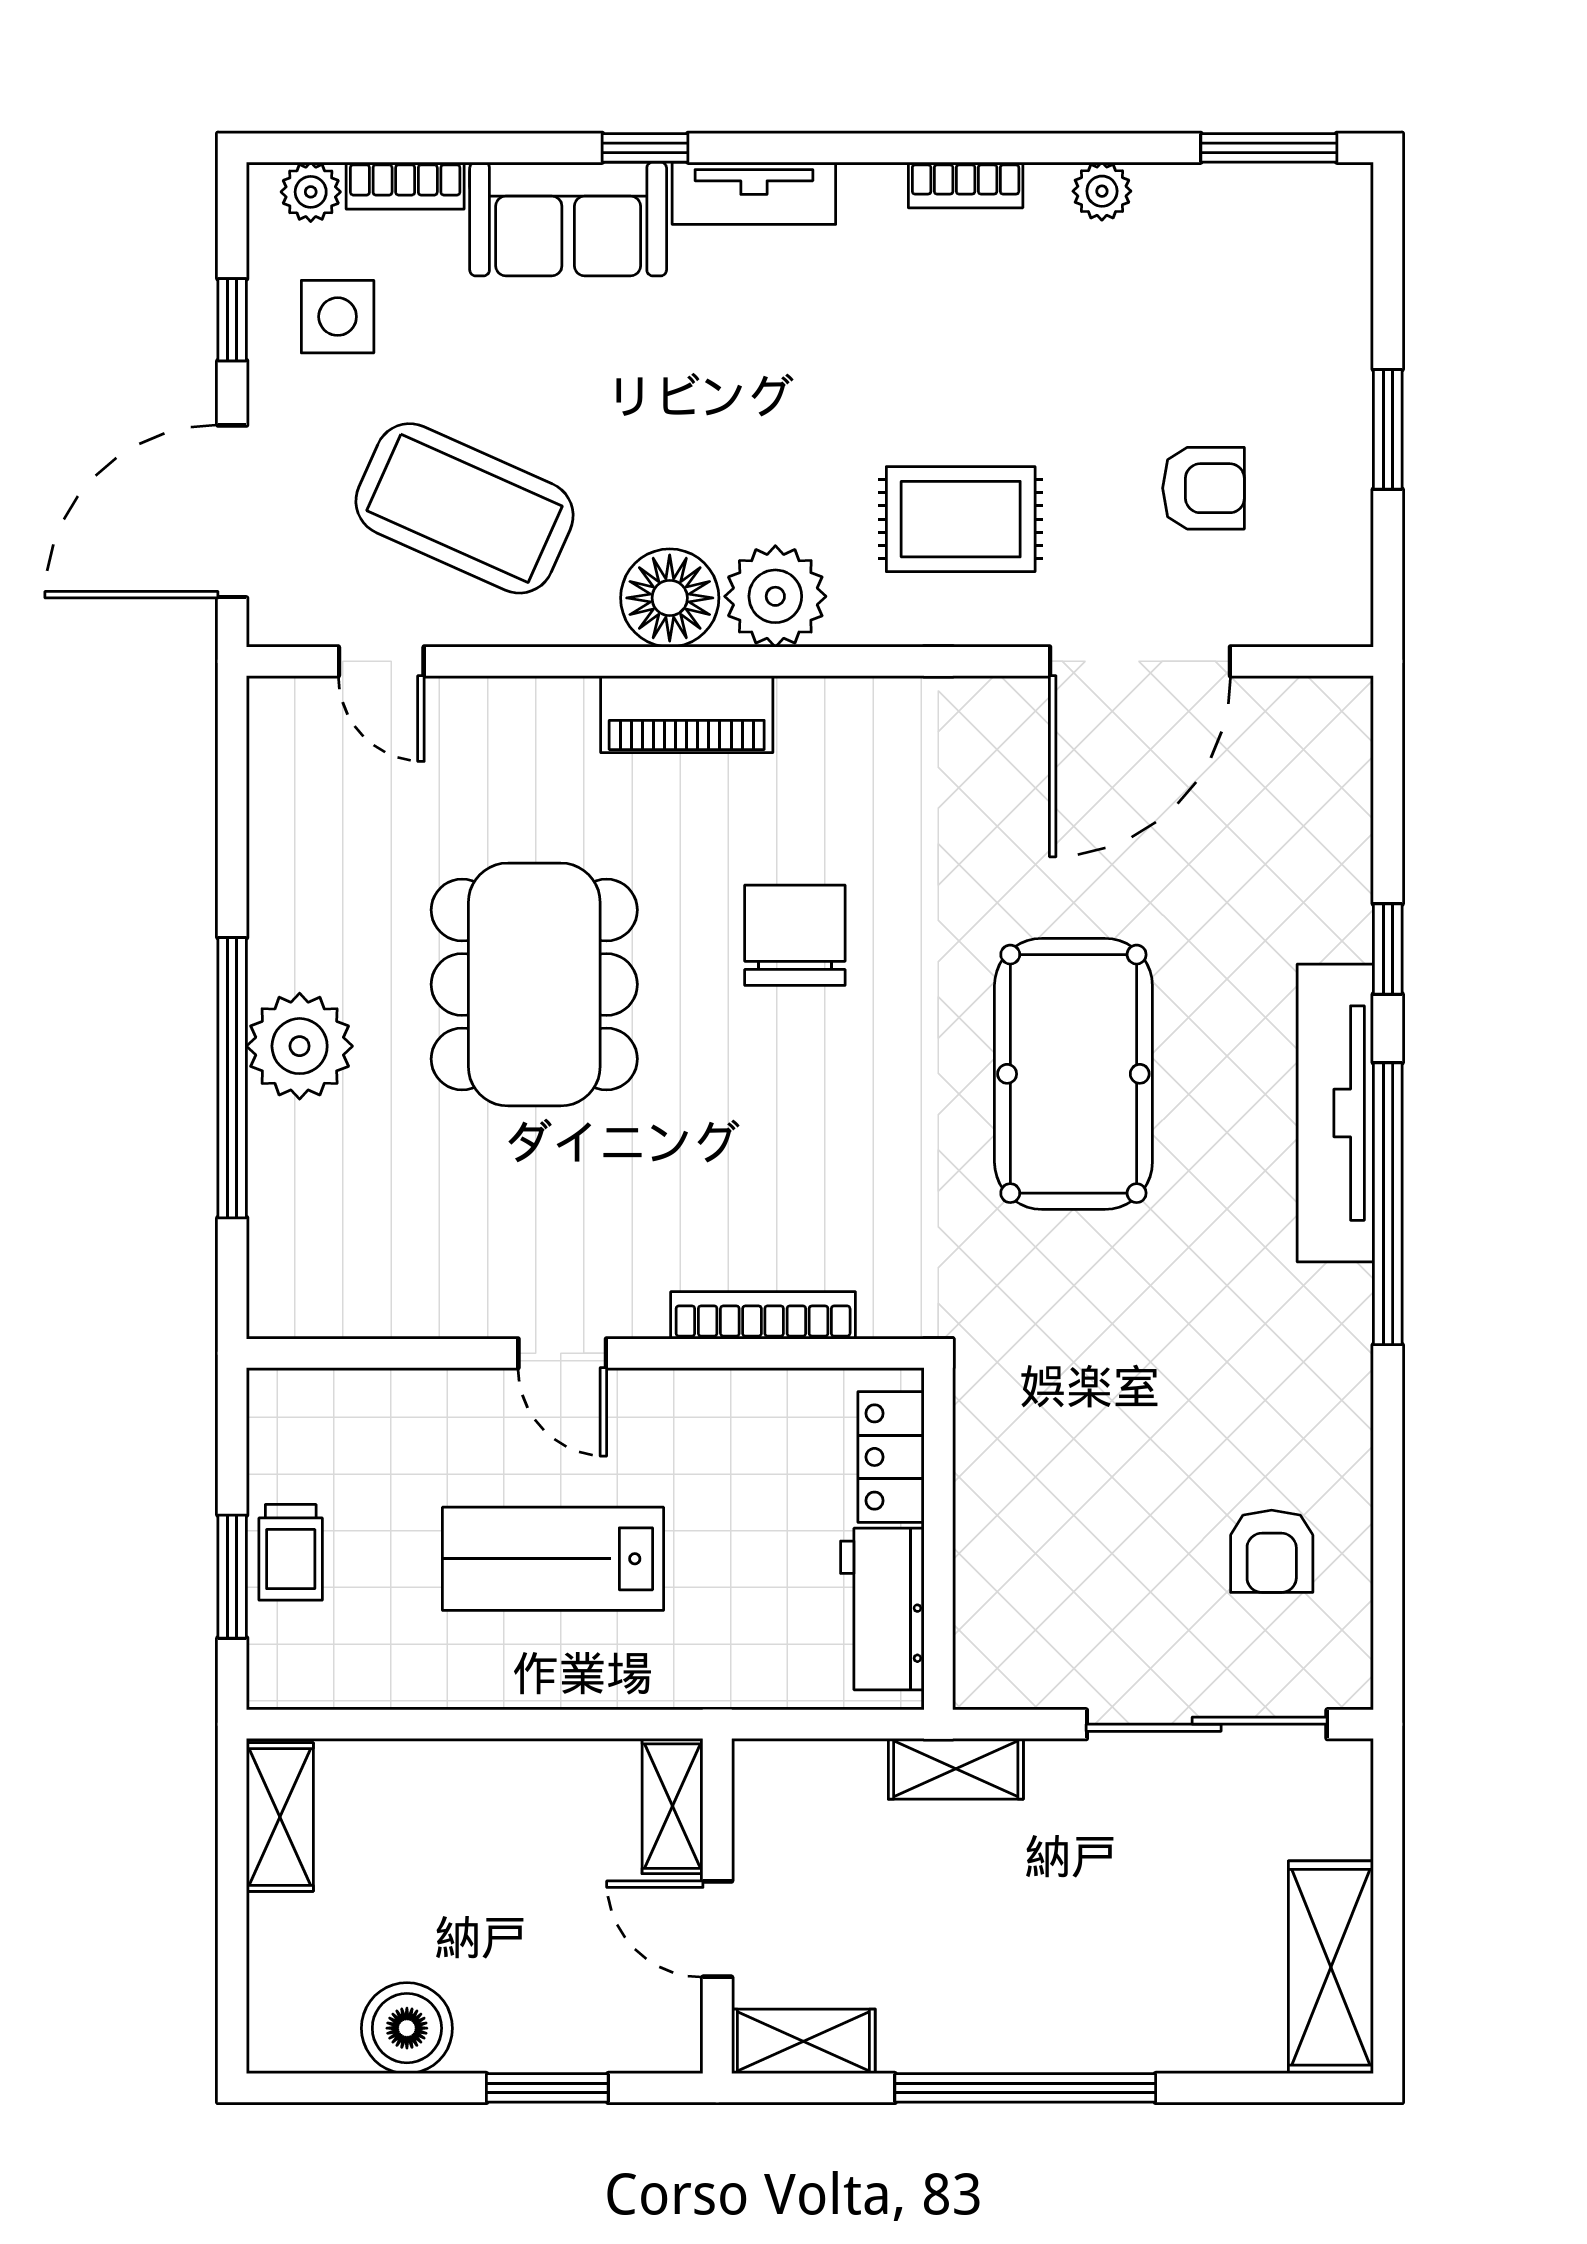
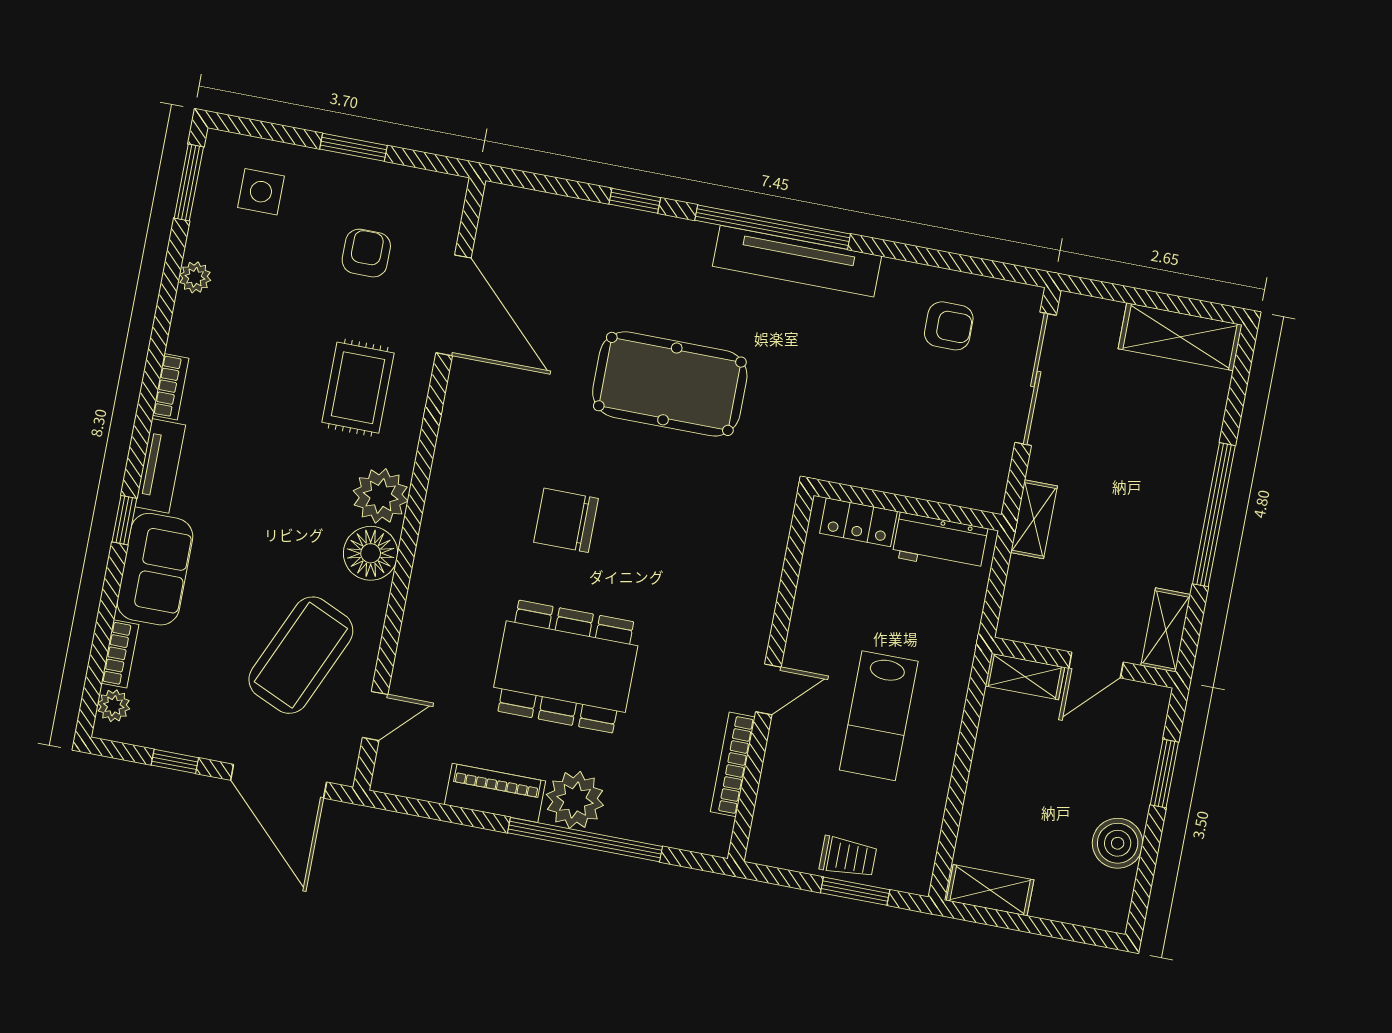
bookcase: (966, 185) -> (171, 387), moved
side table: (338, 317) -> (261, 192), moved
piano: (687, 714) -> (495, 793), moved, turned -90
tv unit: (1335, 1113) -> (797, 261), moved
bookcase: (763, 1315) -> (733, 764), moved

